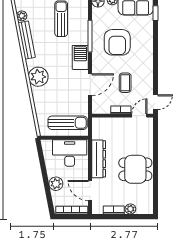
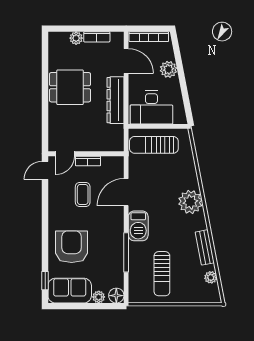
bench: (27, 40) -> (205, 247), width x0.73
armchair: (117, 42) -> (72, 247), moved

